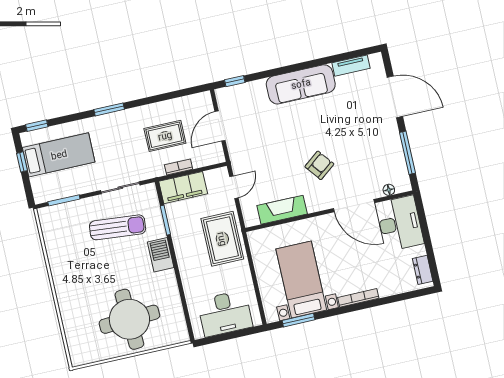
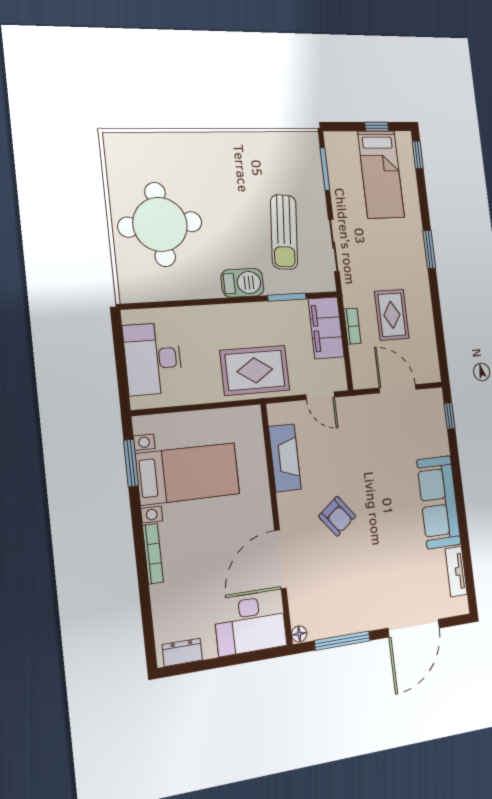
floor lamp: (389, 190) -> (299, 634), moved

